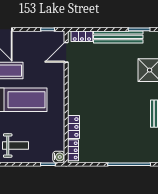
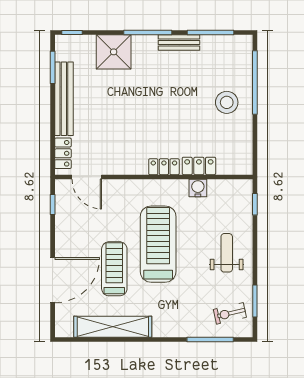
stool: (116, 146) -> (227, 102), added
locker: (73, 150) -> (164, 167), moved
water cooler: (59, 157) -> (198, 188), moved

